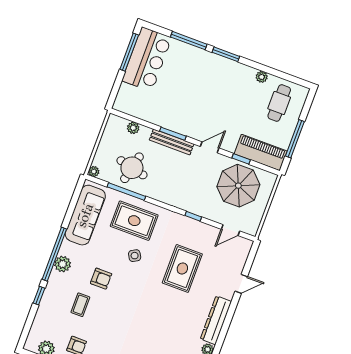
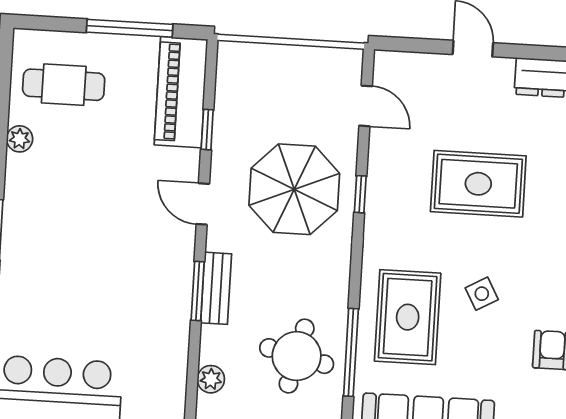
bench: (172, 142) -> (216, 288), width x0.73
parasol: (238, 186) -> (294, 189), moved

